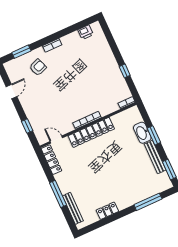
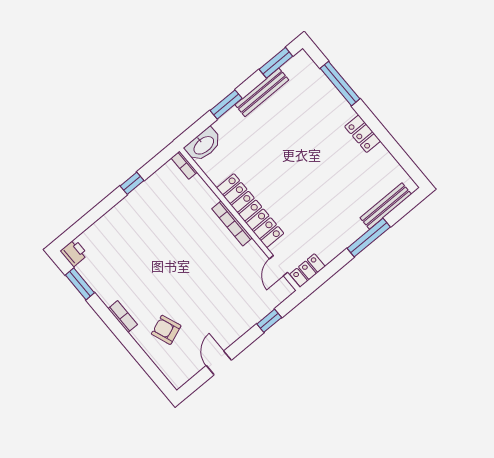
printer: (86, 32) -> (74, 253), moved
window: (21, 52) -> (80, 284), moved
door: (12, 92) -> (219, 363), hinge flipped
washbasin: (142, 133) -> (203, 145), moved
locker: (51, 160) -> (307, 270), width x0.66
locker: (107, 211) -> (363, 134), moved

